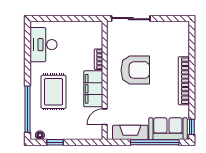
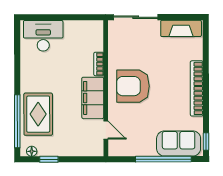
desk: (43, 45) -> (43, 36), moved, turned 90
armchair: (135, 70) -> (133, 86), moved, turned 180
rug: (54, 92) -> (38, 114), moved
door: (105, 117) -> (106, 130), swing flipped
fireplace: (130, 132) -> (181, 28), moved, turned 180

